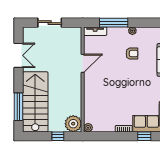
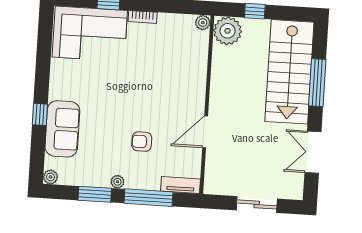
window: (145, 23) -> (95, 194), added
armchair: (132, 54) -> (142, 142), moved
window: (18, 107) -> (317, 83), moved

